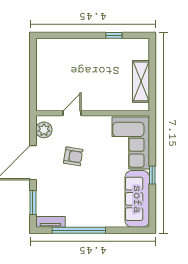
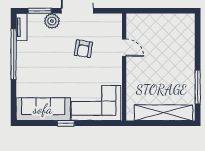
window: (114, 35) -> (198, 87), width x2.17
shelving: (141, 81) -> (163, 113), width x1.47
plant: (44, 130) -> (52, 21), moved

